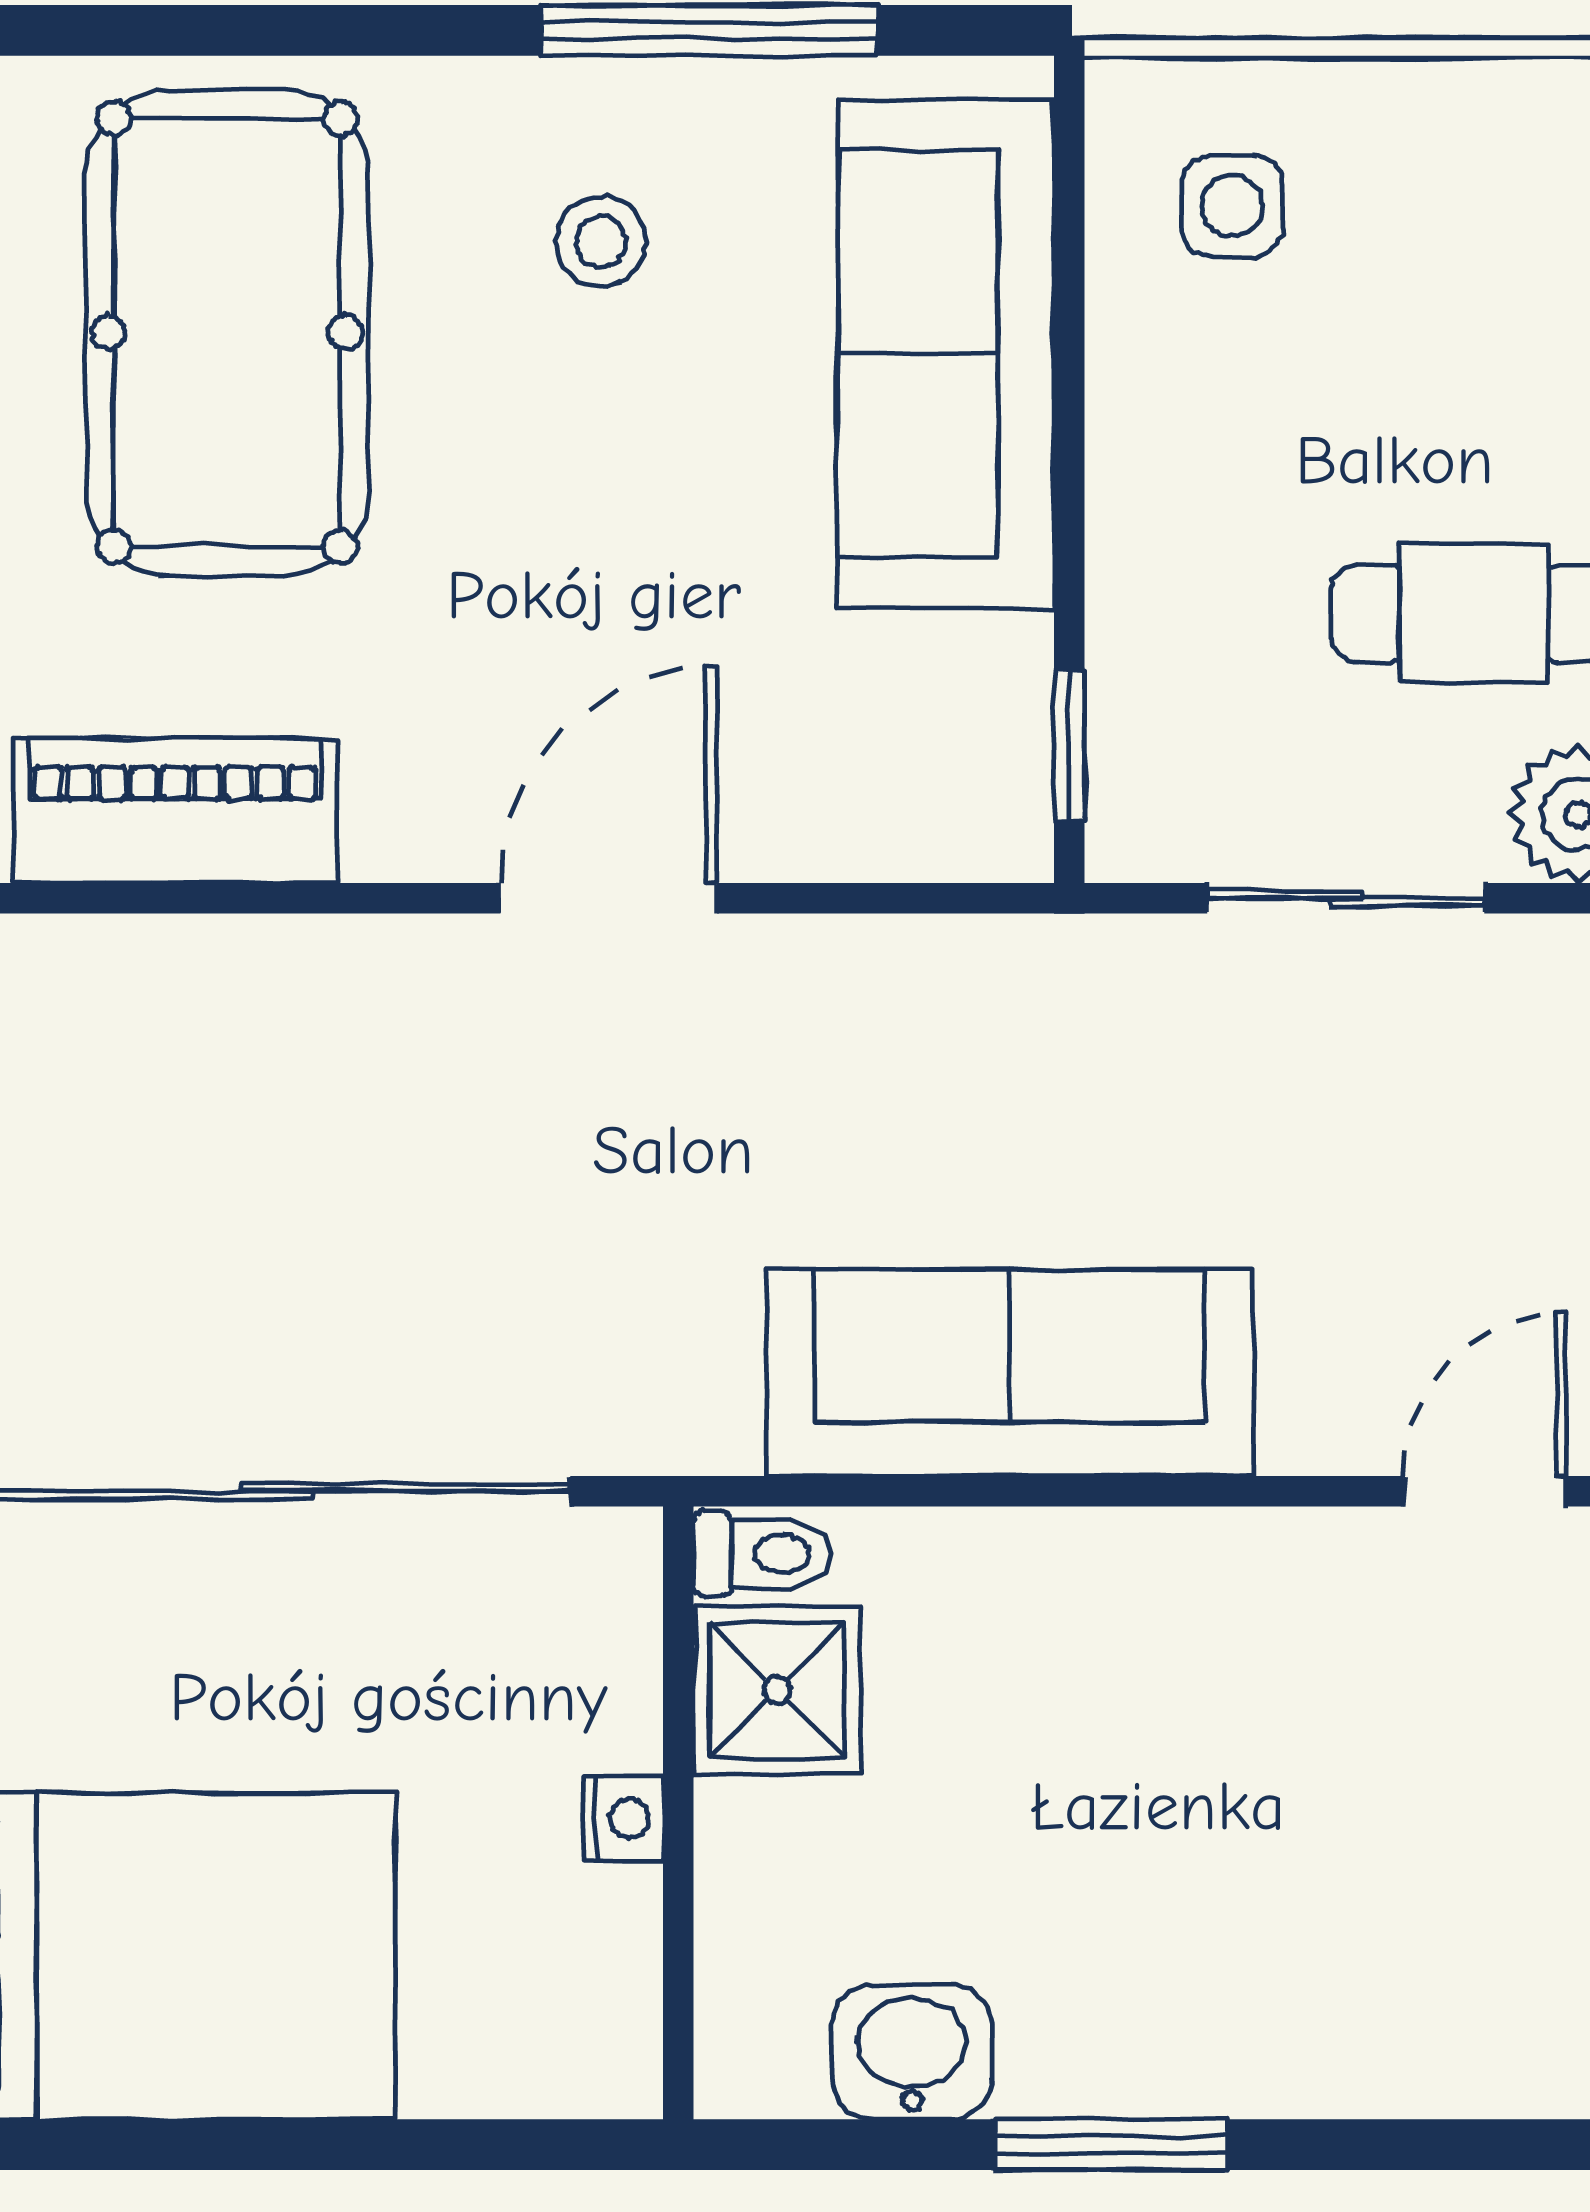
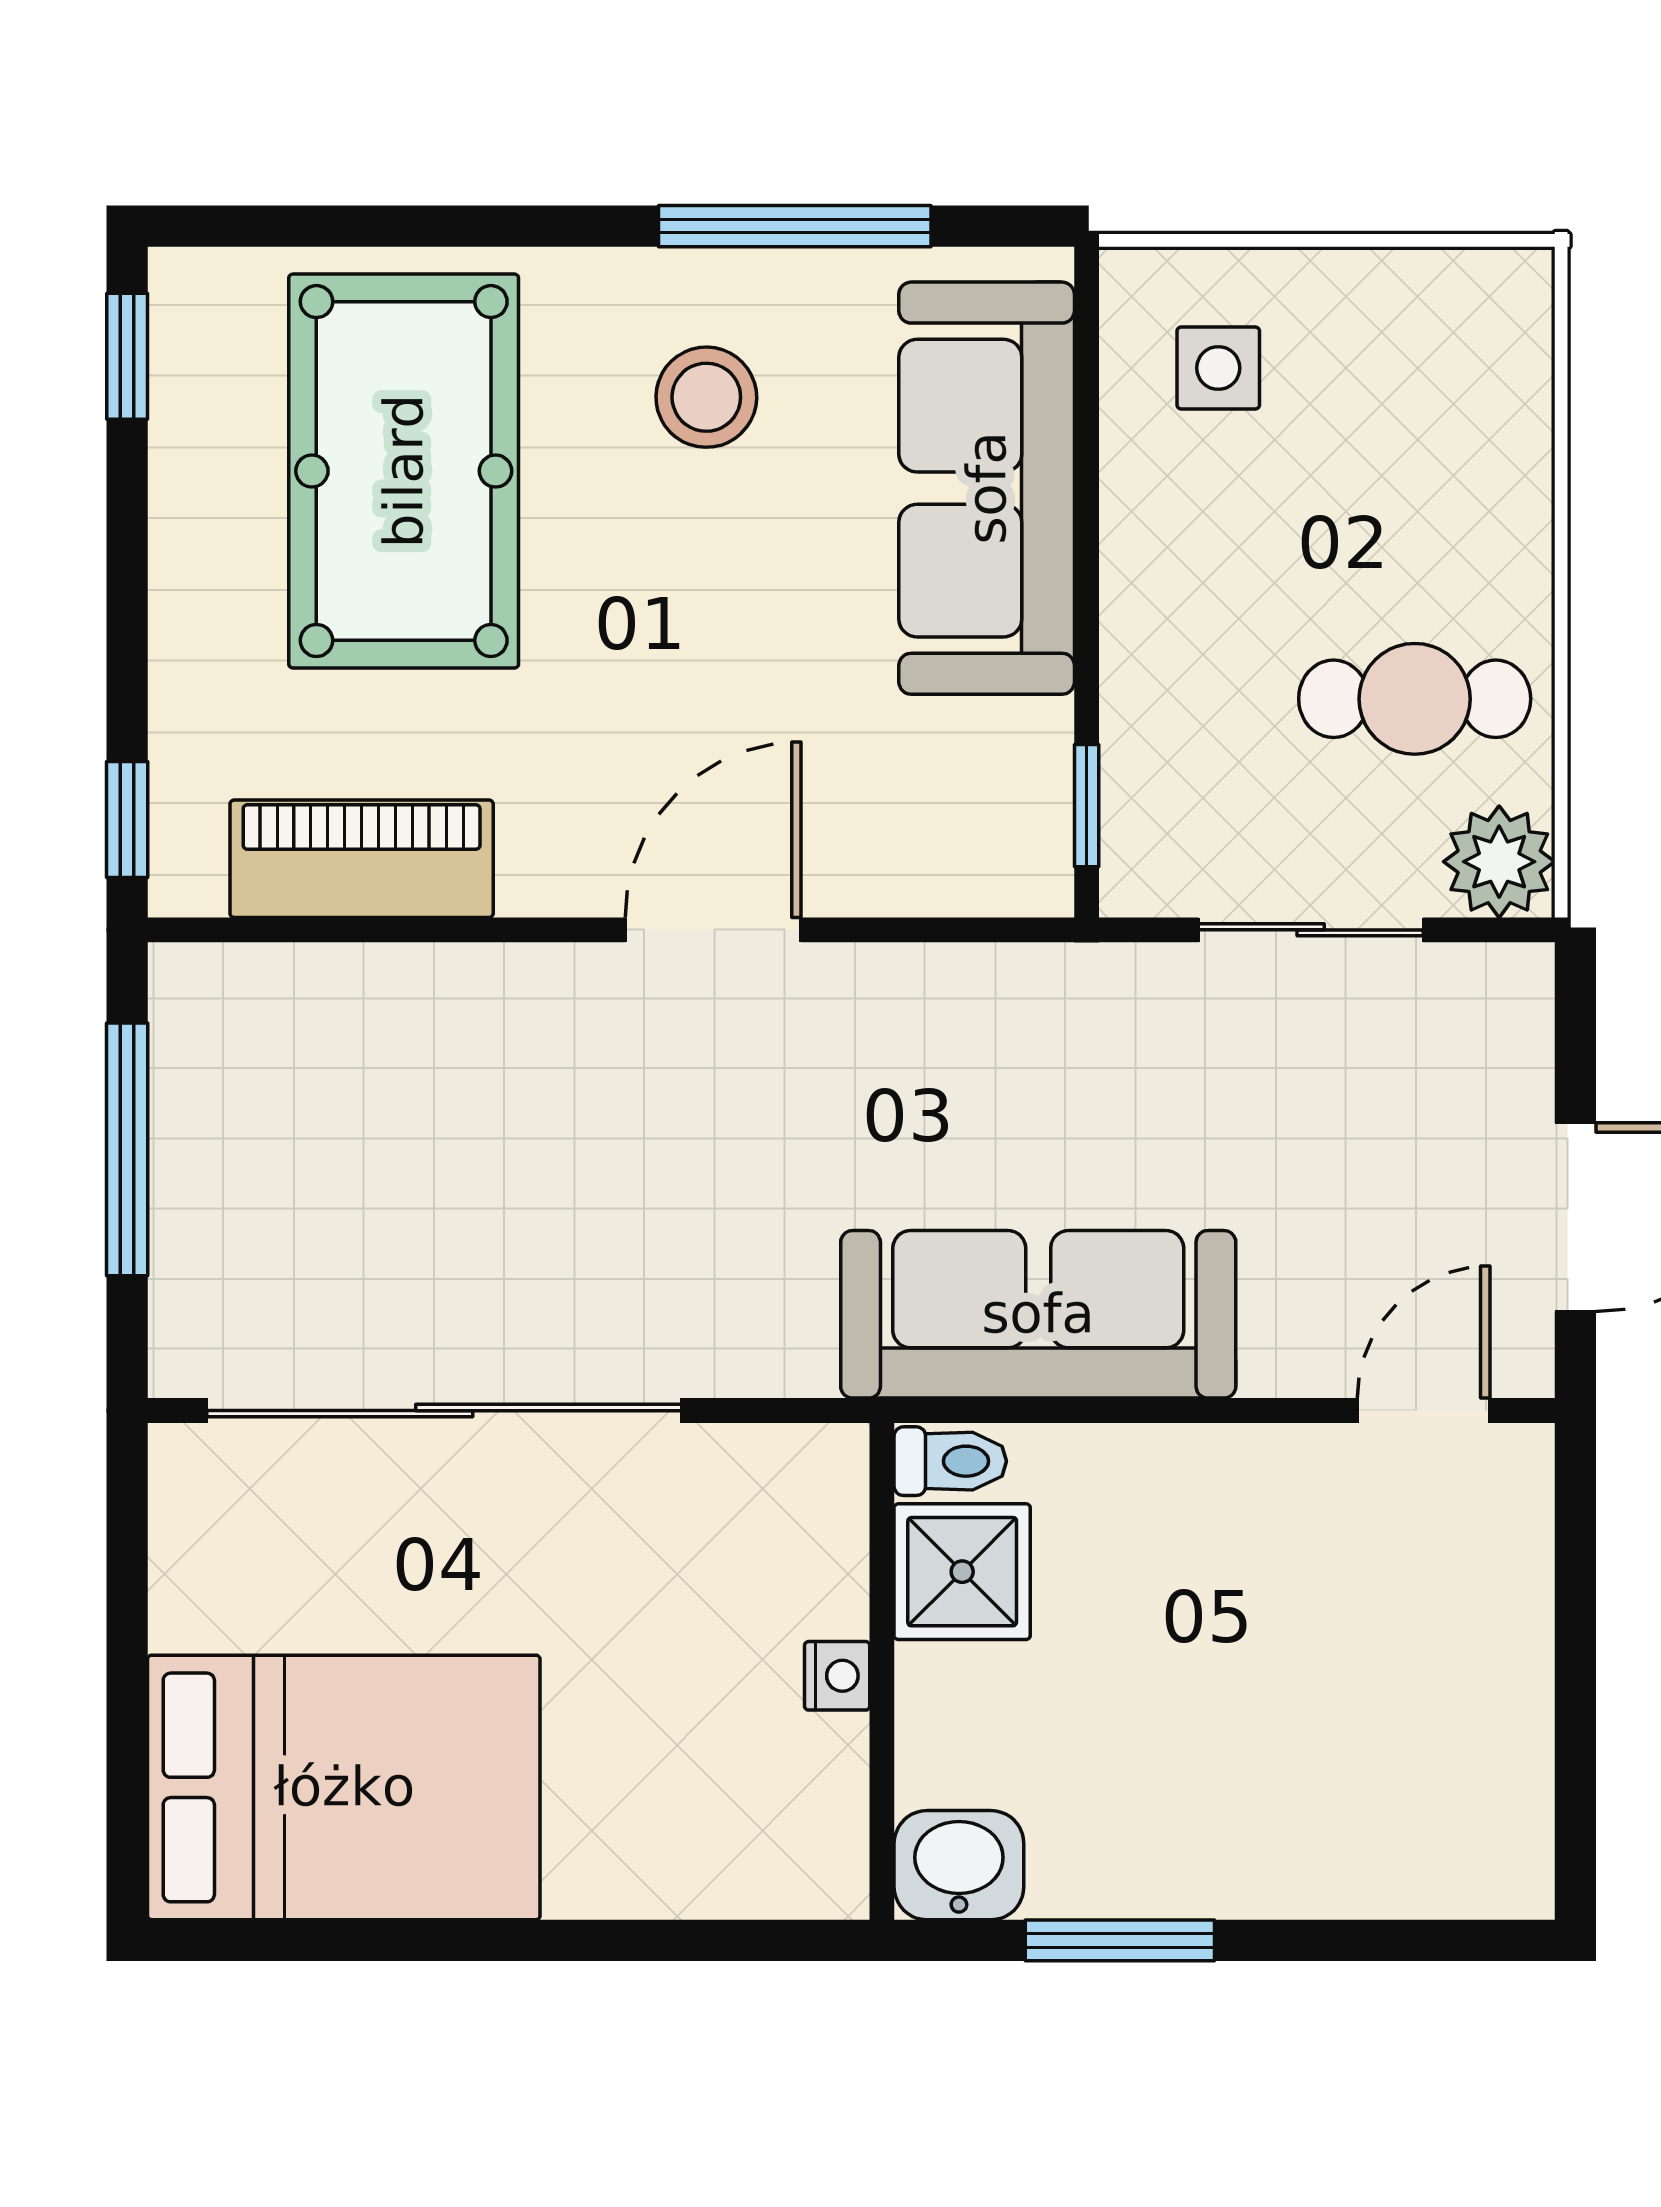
stool: (600, 241) -> (706, 397), width x1.37, depth x1.37
toilet: (763, 1554) -> (950, 1461), moved
shower: (777, 1690) -> (962, 1572), moved
wall: (678, 1813) -> (882, 1671), moved
nightstand: (623, 1818) -> (837, 1676), moved

